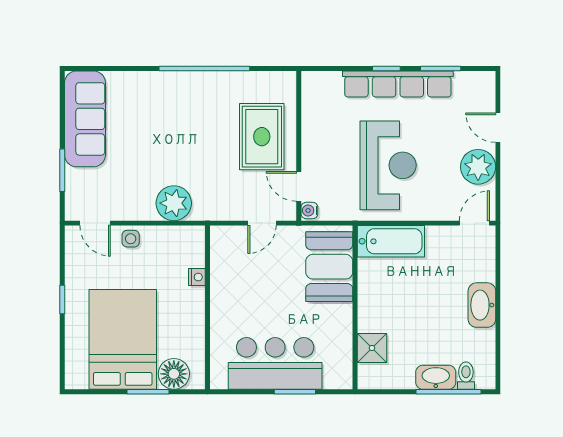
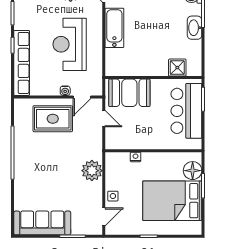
row of seats: (398, 84) -> (22, 63), moved
reception desk: (388, 165) -> (70, 44), turned -90
water cooler: (309, 211) -> (65, 91), moved
bathtub: (391, 241) -> (114, 28), moved
booth: (329, 267) -> (129, 93), moved
wall: (355, 307) -> (153, 78), moved
shower: (372, 348) -> (177, 68), moved
washbasin: (436, 377) -> (195, 28), moved

